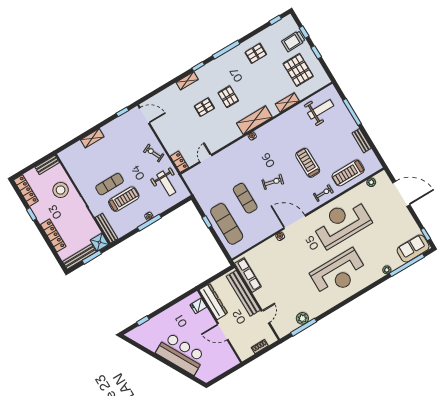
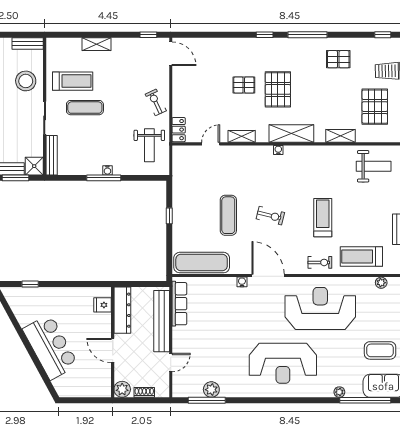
shelving: (187, 81) -> (242, 136), moved
pallet: (228, 97) -> (278, 89), width x1.50, depth x1.42
treadmill: (124, 199) -> (73, 81), moved
exercise mat: (227, 224) -> (202, 263), moved, turned 90
coffee table: (397, 227) -> (380, 350), added
plant: (244, 353) -> (122, 389), added

